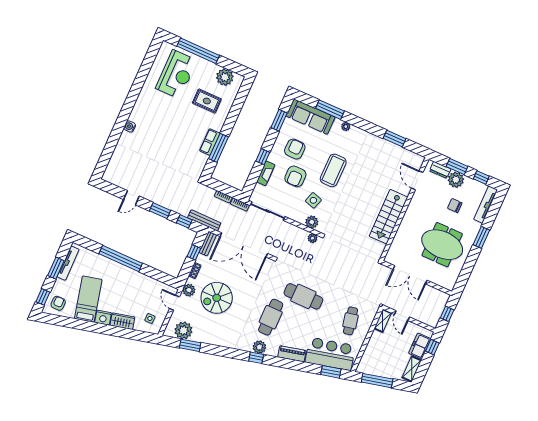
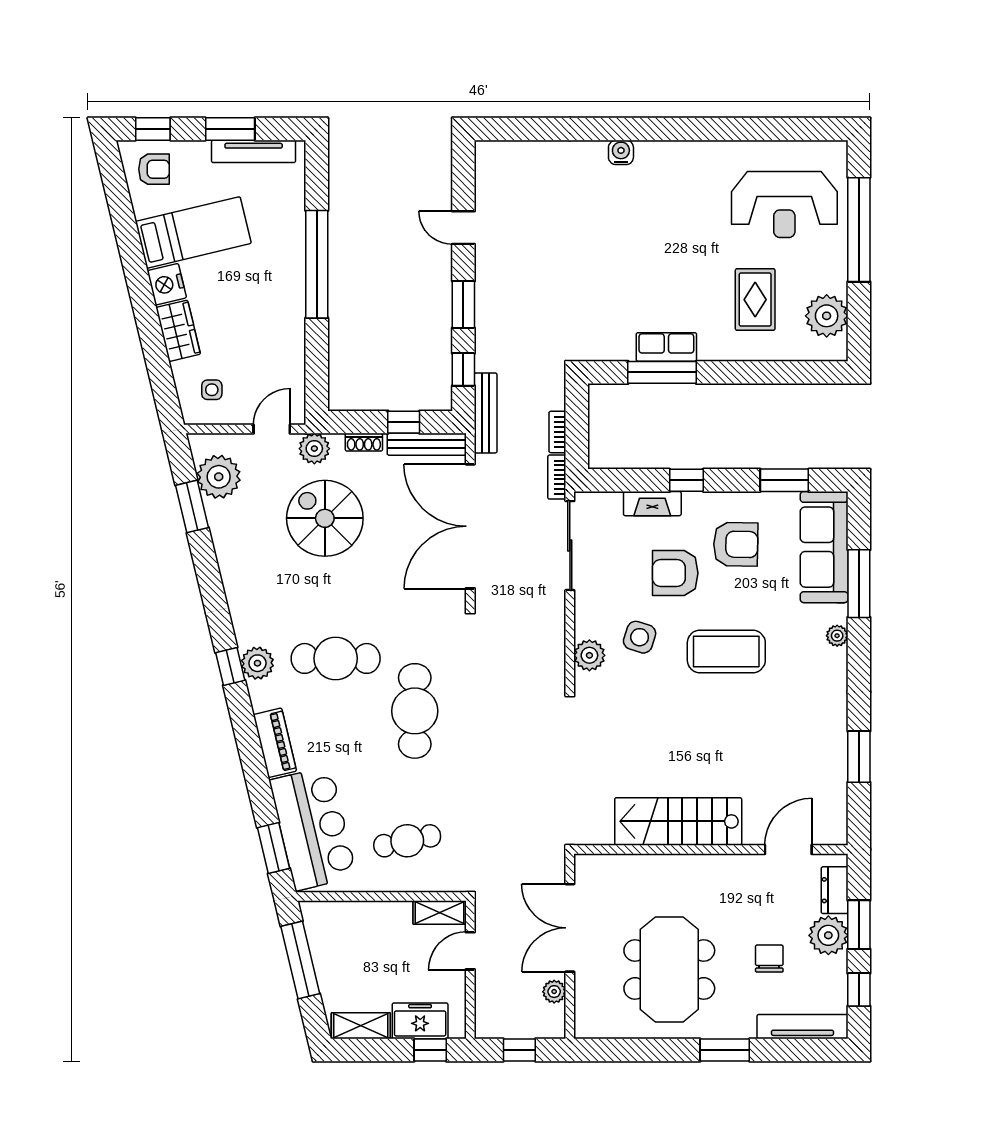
plant: (313, 238) -> (554, 992), moved
bench: (208, 244) -> (427, 444), width x1.36

